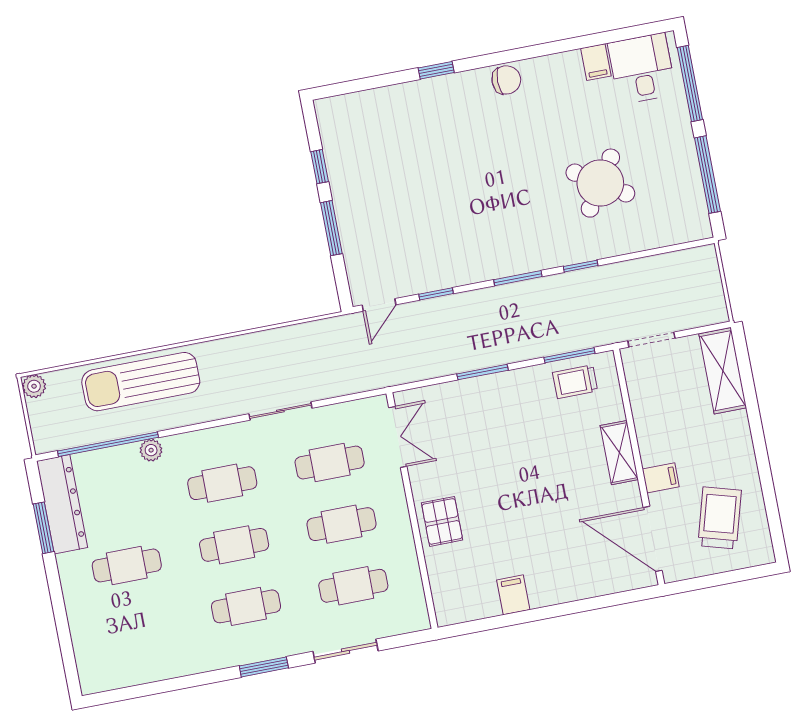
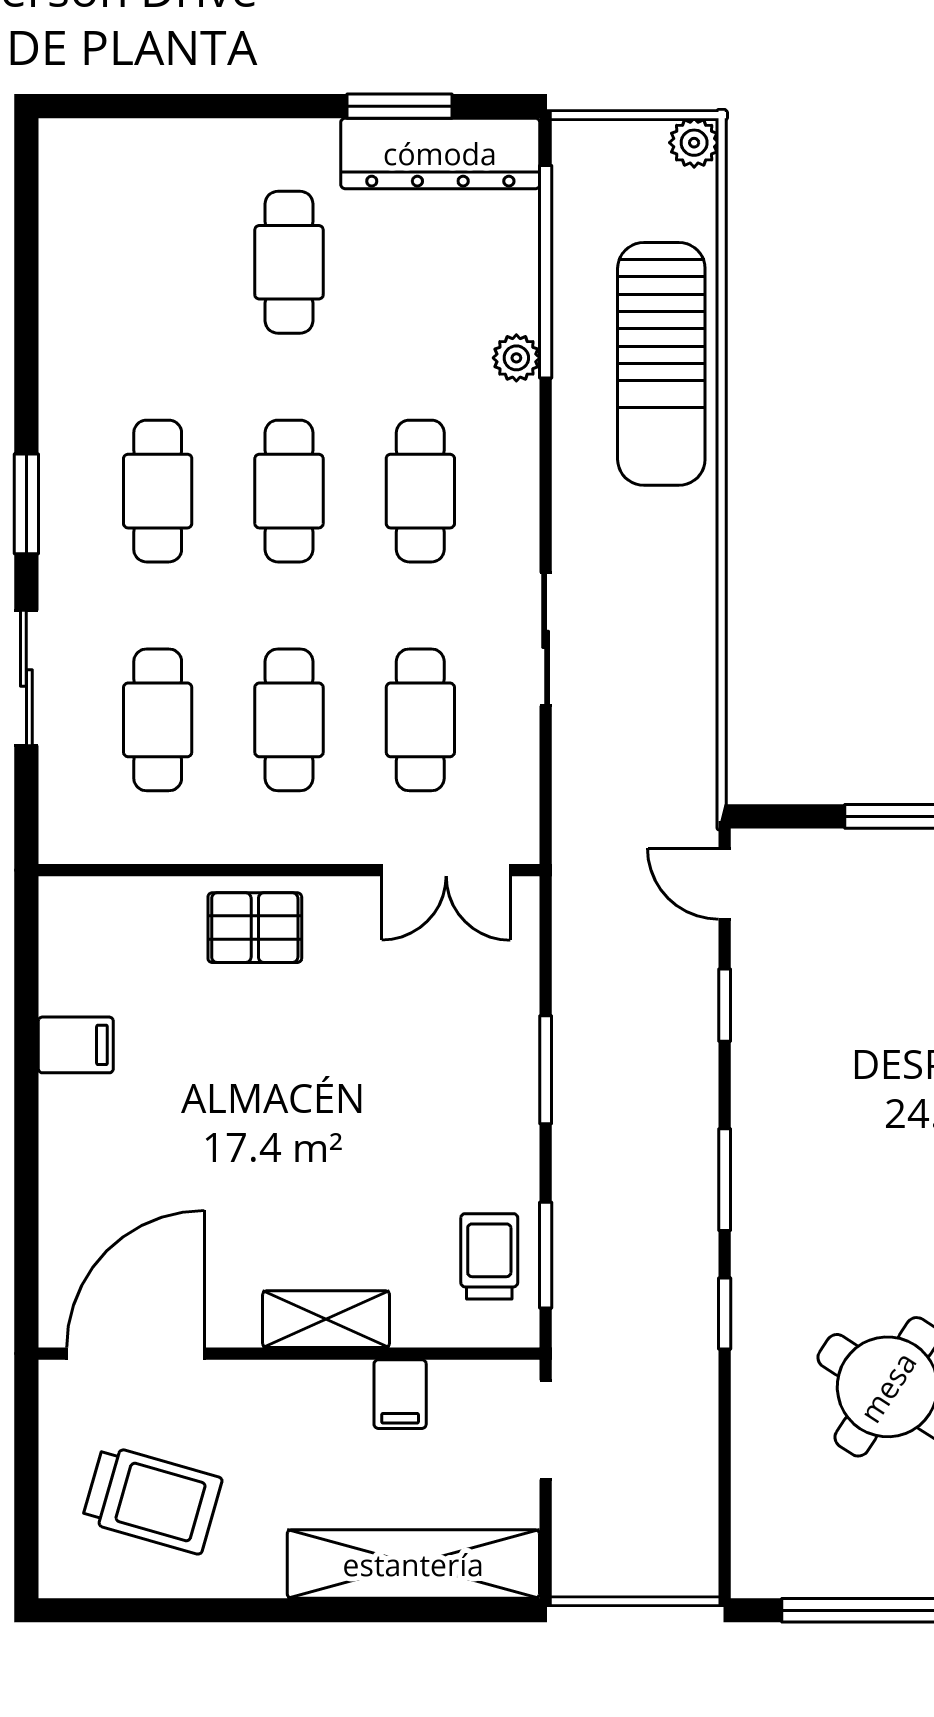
shelving: (723, 371) -> (413, 1564), width x1.47
sun lounger: (141, 382) -> (661, 364), turned 180
filing cabinet: (661, 478) -> (400, 1394), moved

